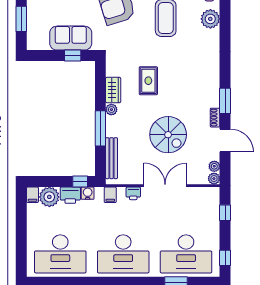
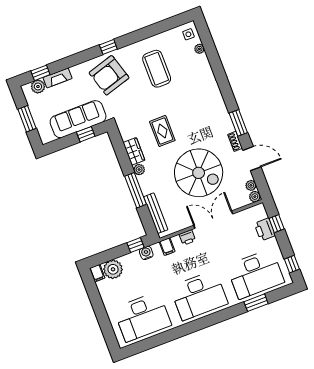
plant: (210, 19) -> (199, 49), width x0.53, depth x0.53
sofa: (71, 38) -> (78, 119), width x1.36
spiral stairs: (168, 135) -> (199, 173), width x1.37, depth x1.37
printer: (70, 195) -> (265, 229), moved, turned 90

